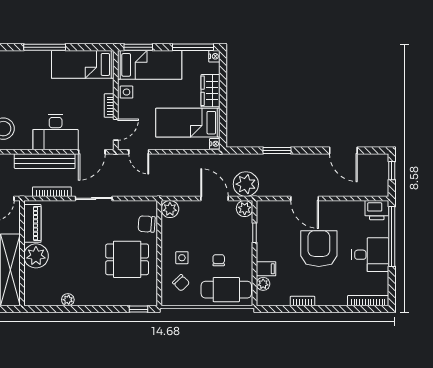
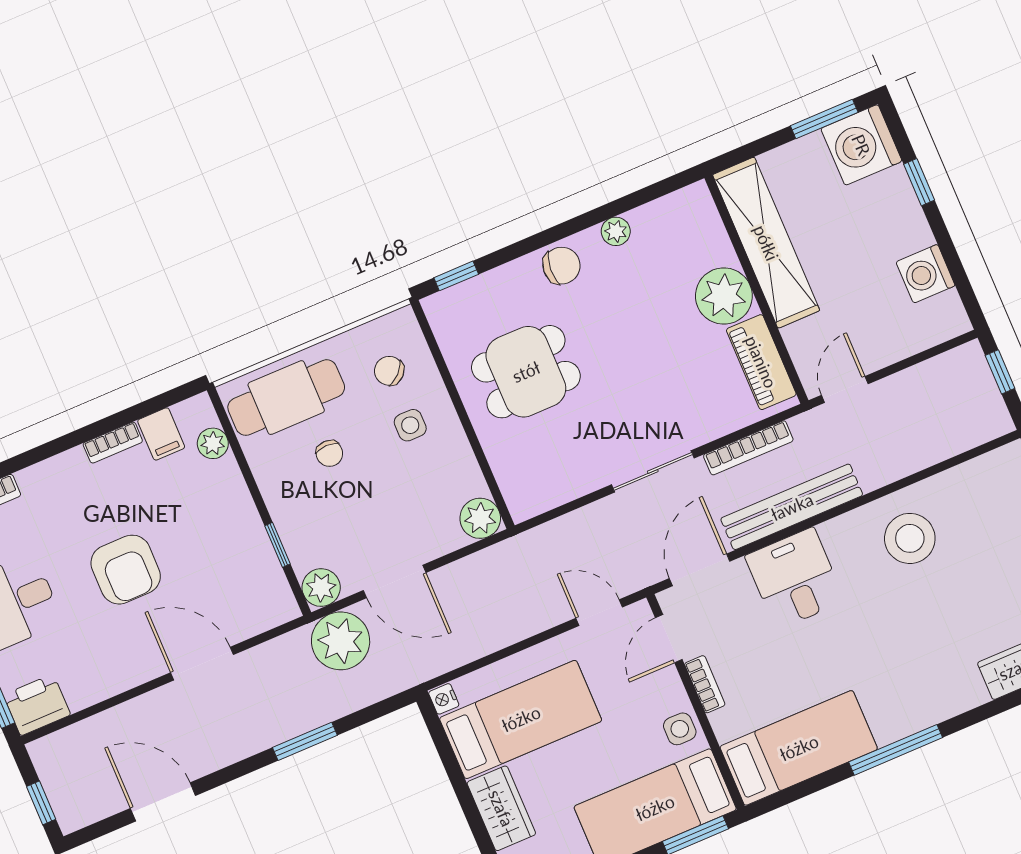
desk: (56, 132) -> (795, 578), width x0.73
chair: (147, 224) -> (561, 266), moved
armchair: (319, 249) -> (126, 570), width x0.73, depth x0.73
filing cabinet: (266, 269) -> (161, 434), moved, turned -90

